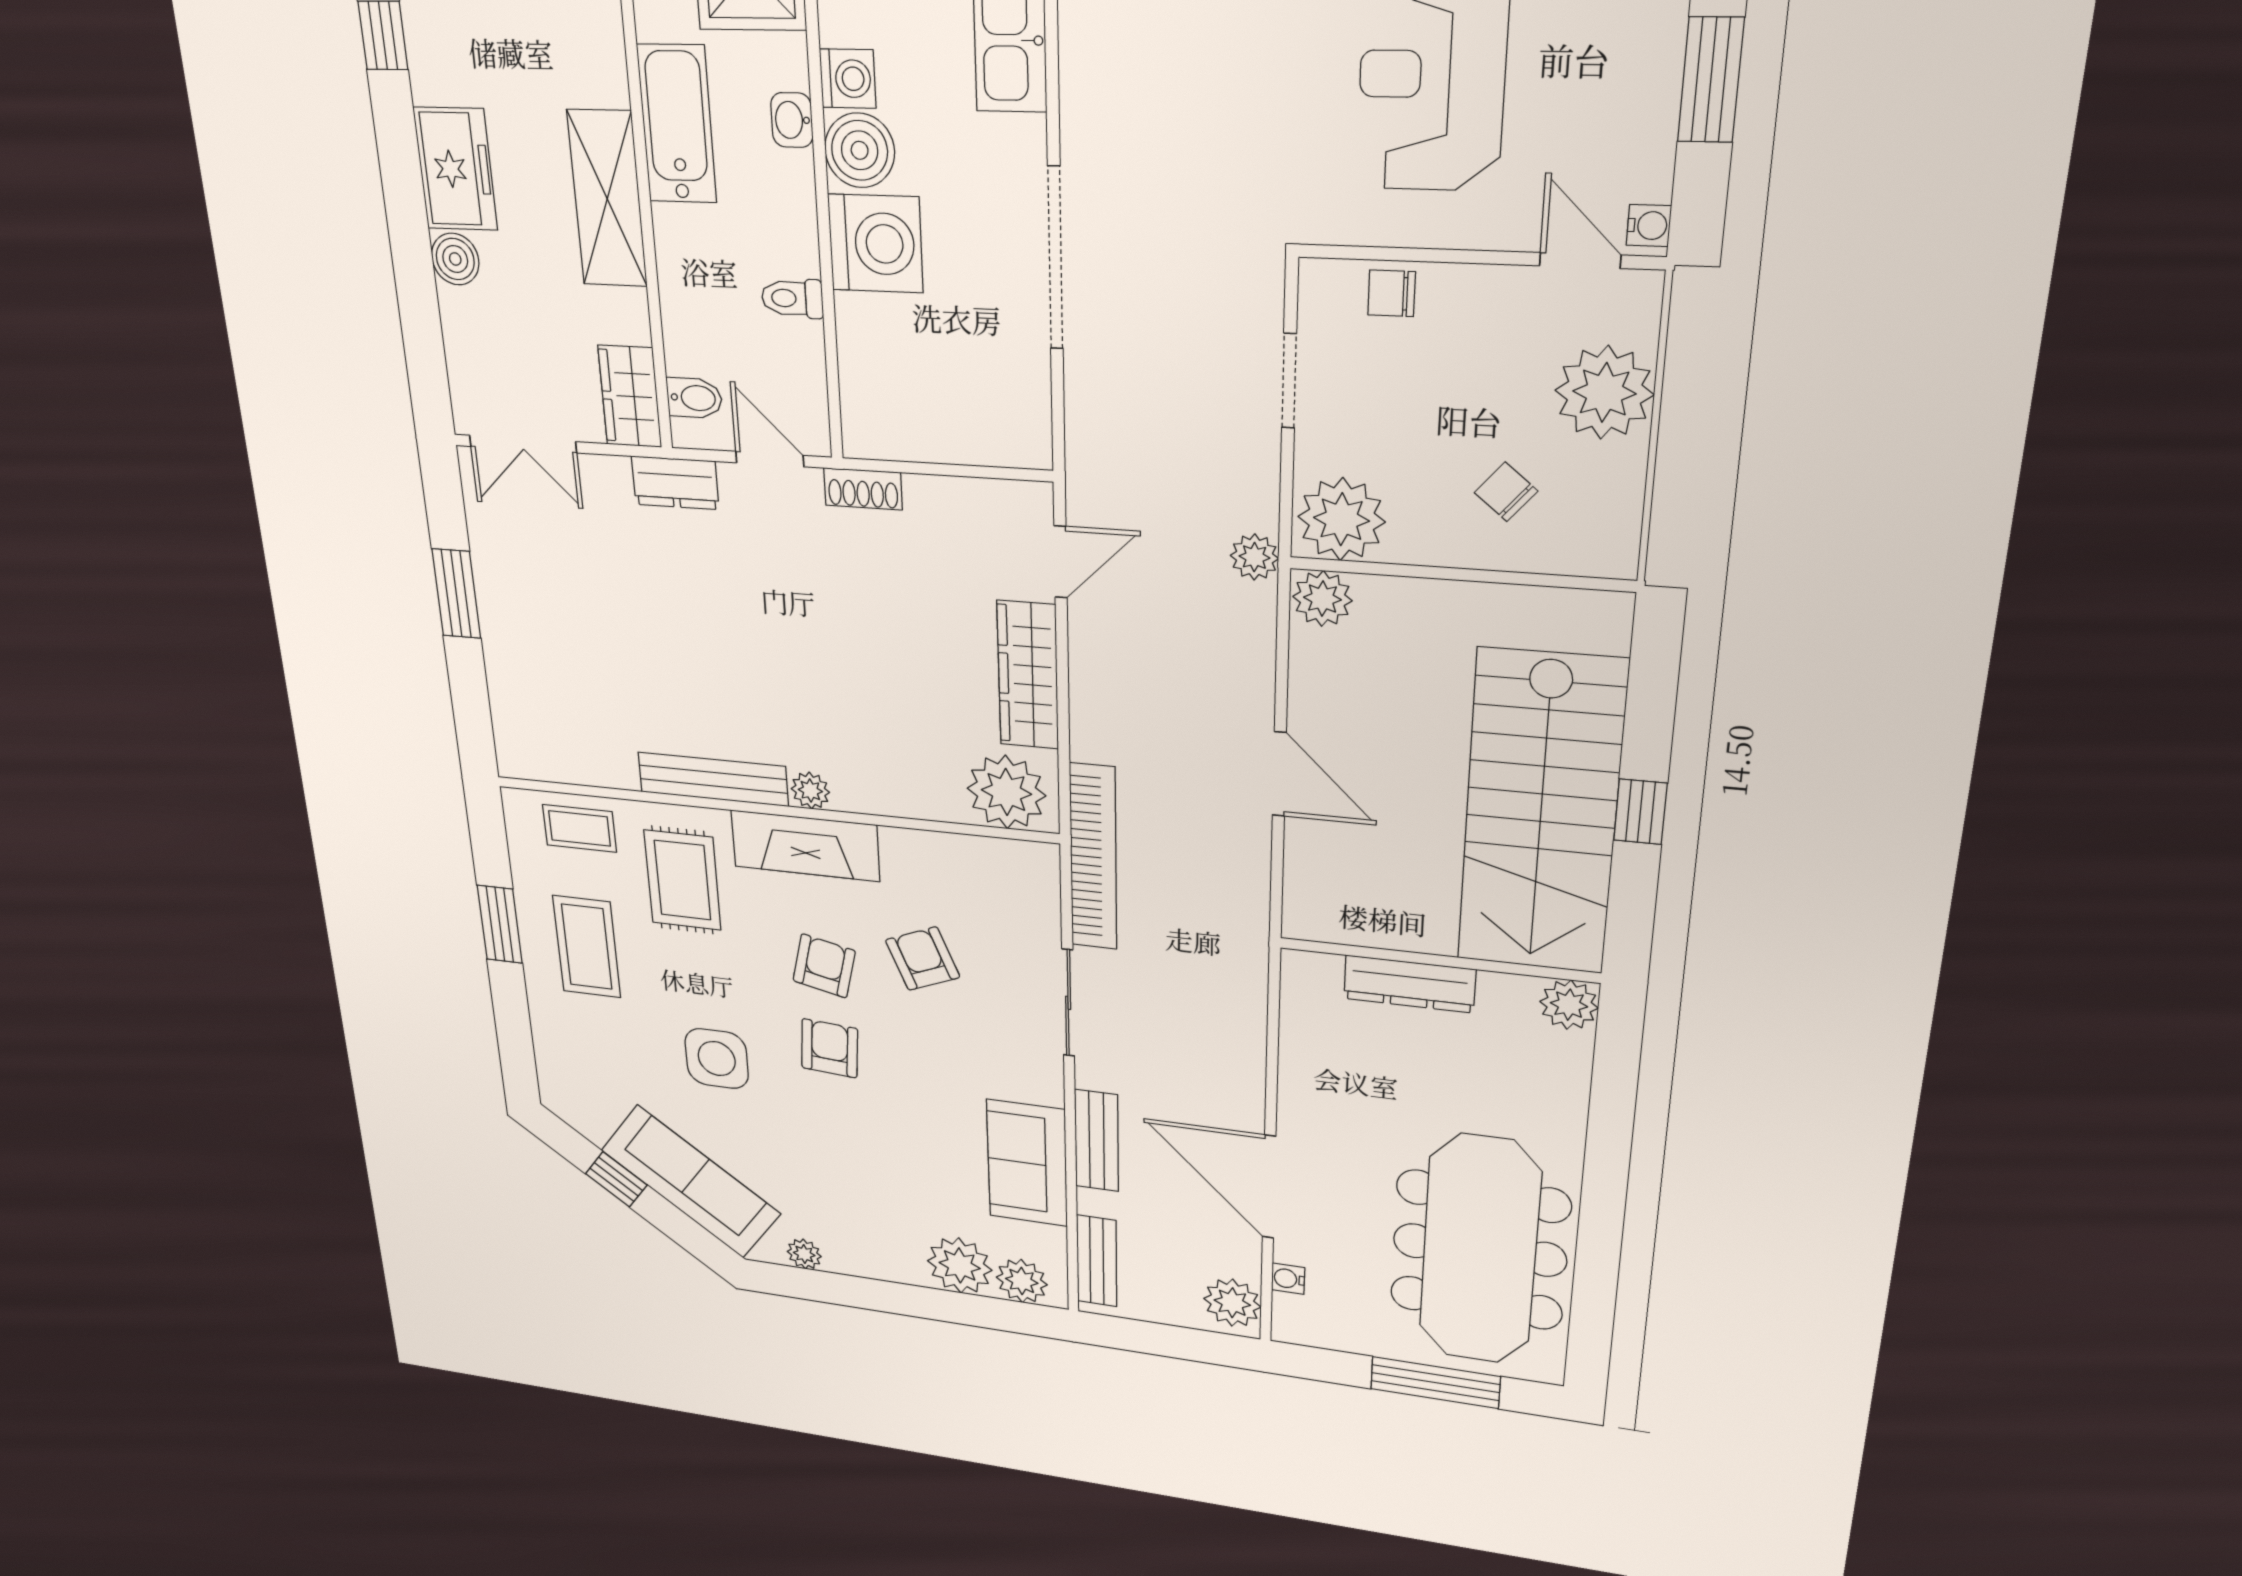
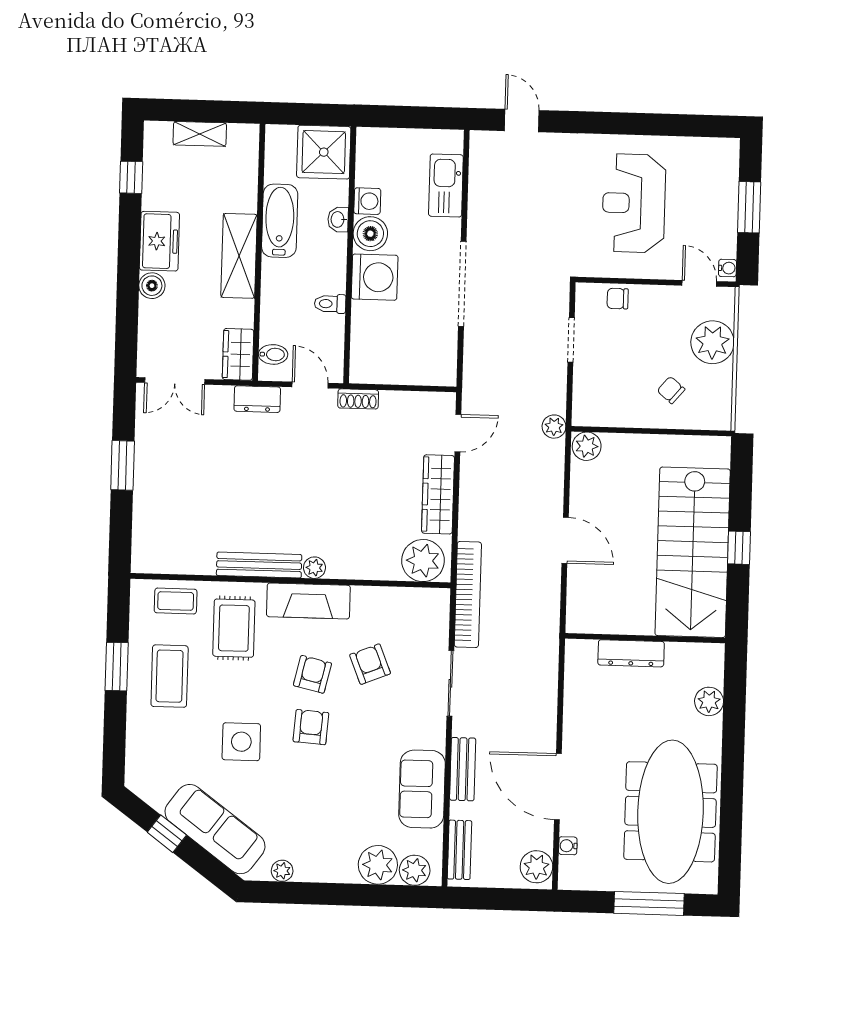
plant: (1341, 519) -> (596, 406), removed
plant: (1569, 1005) -> (709, 701), moved

